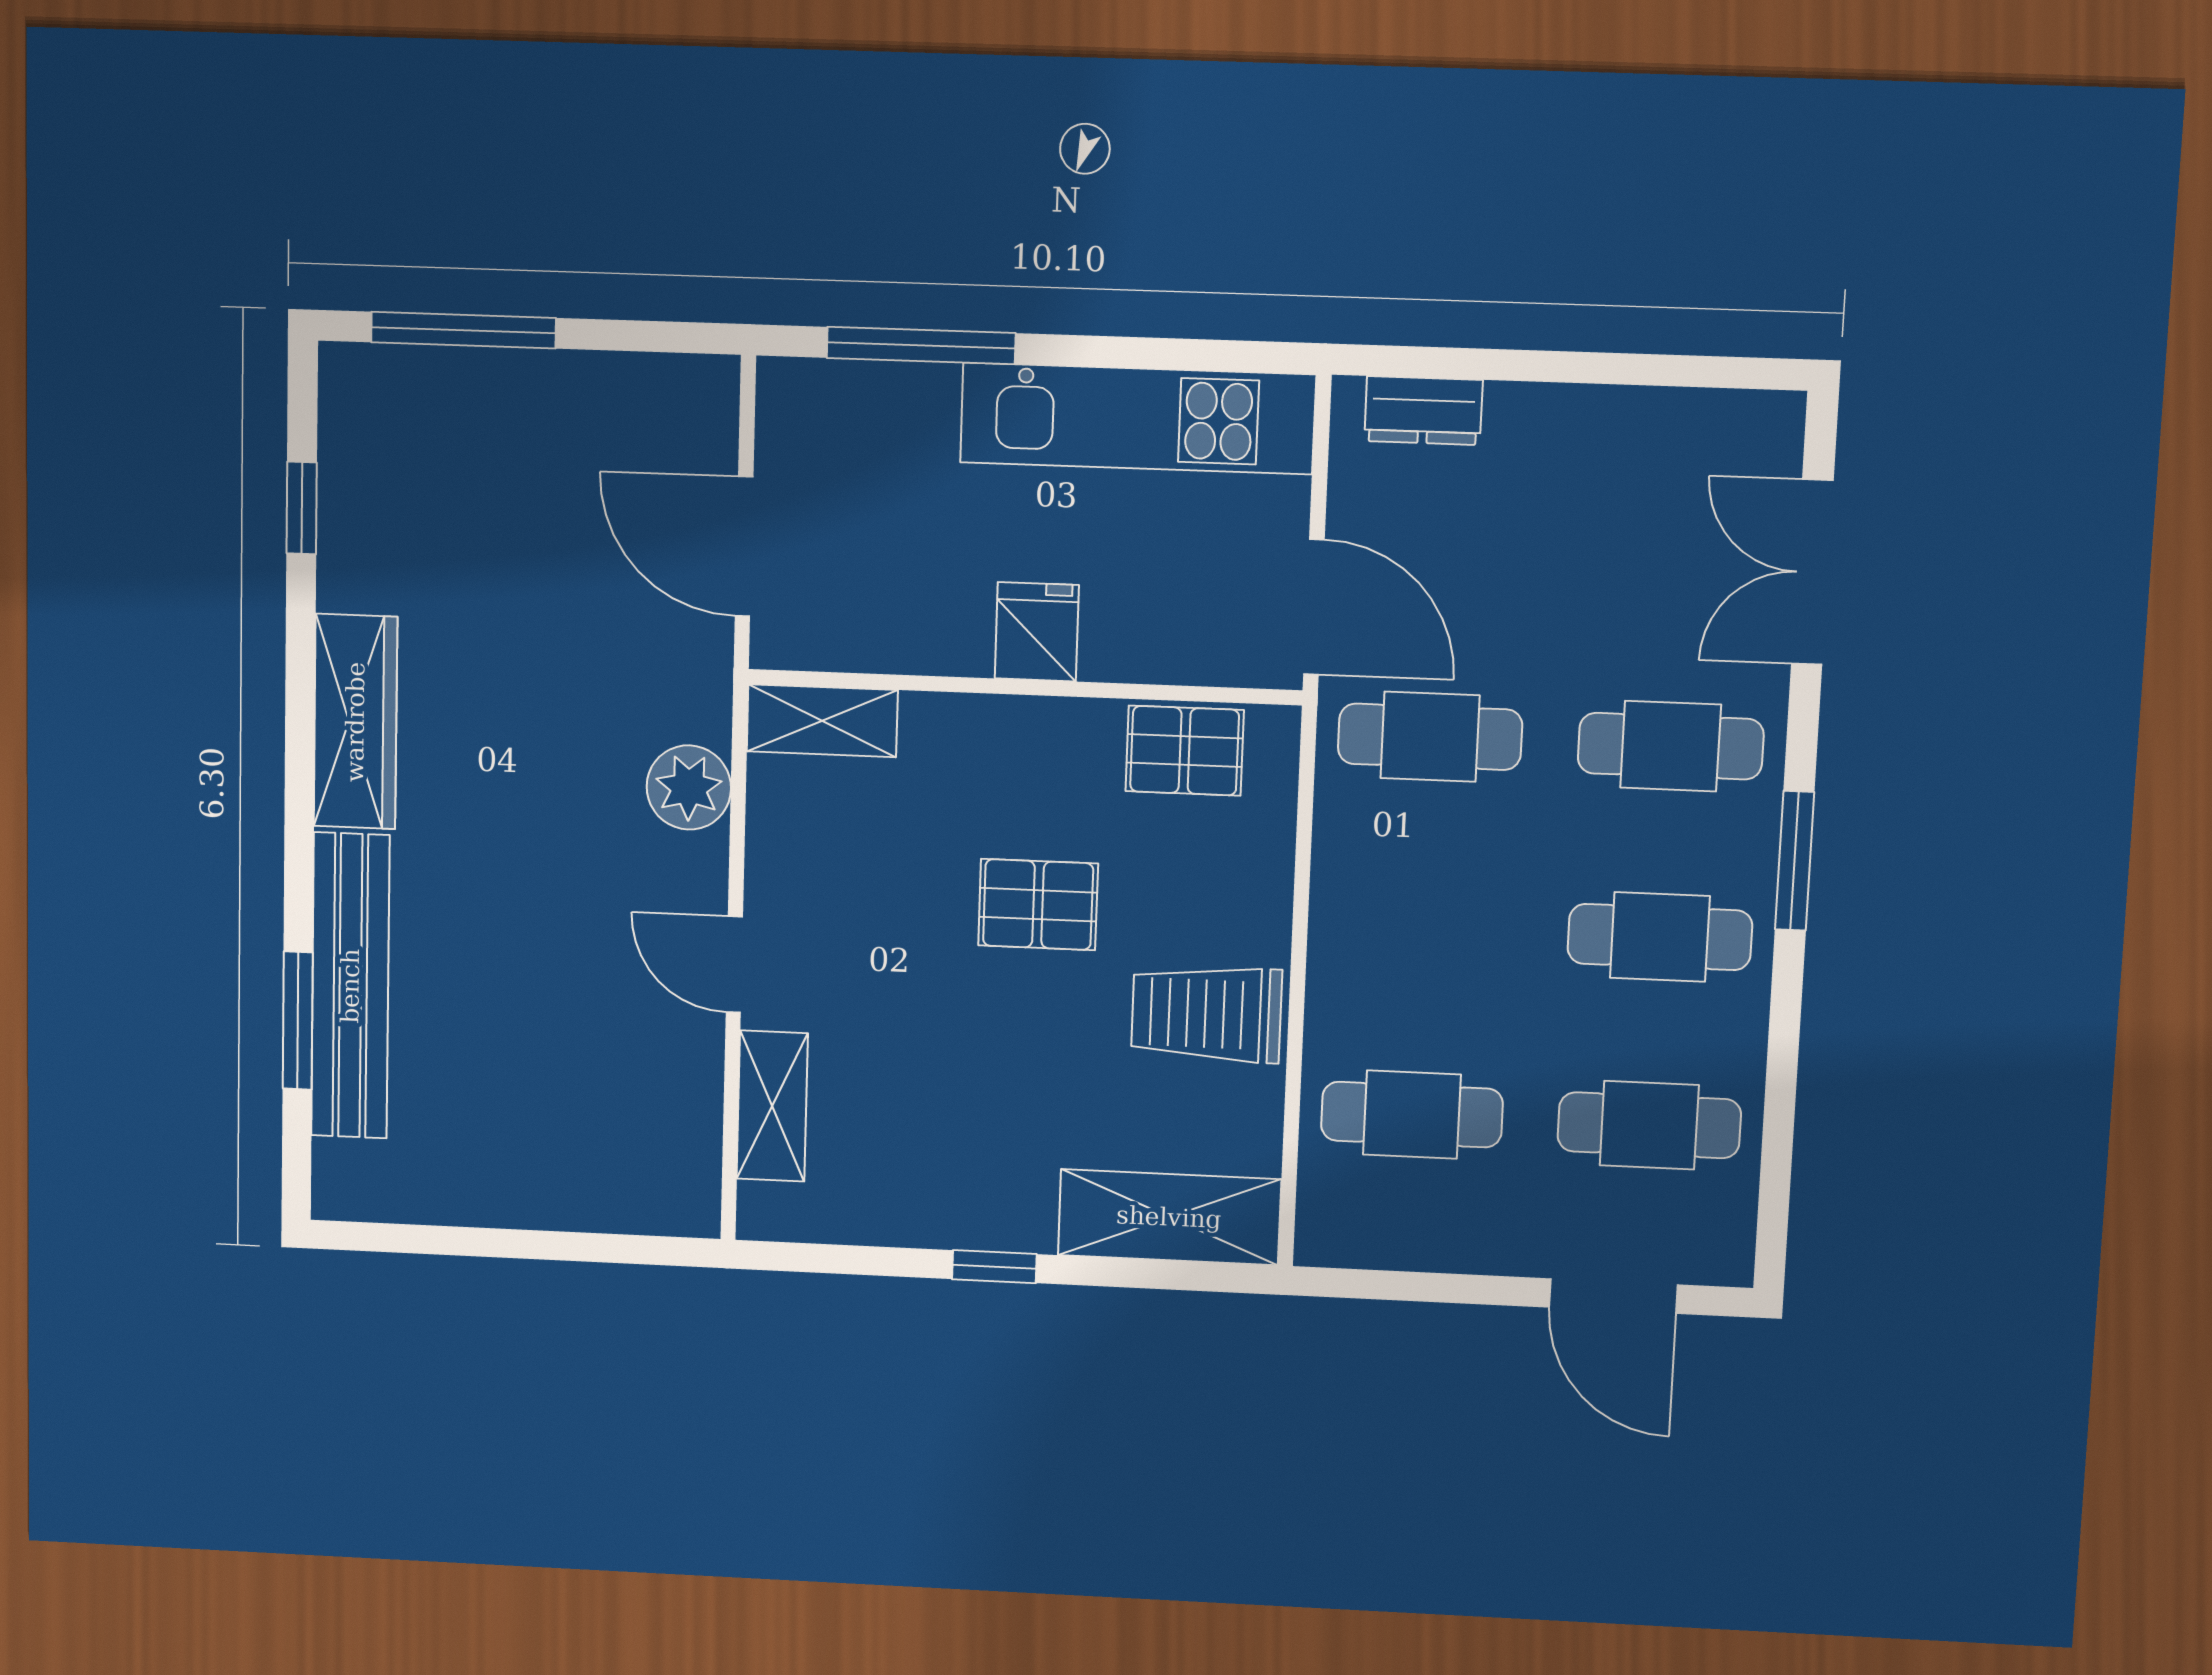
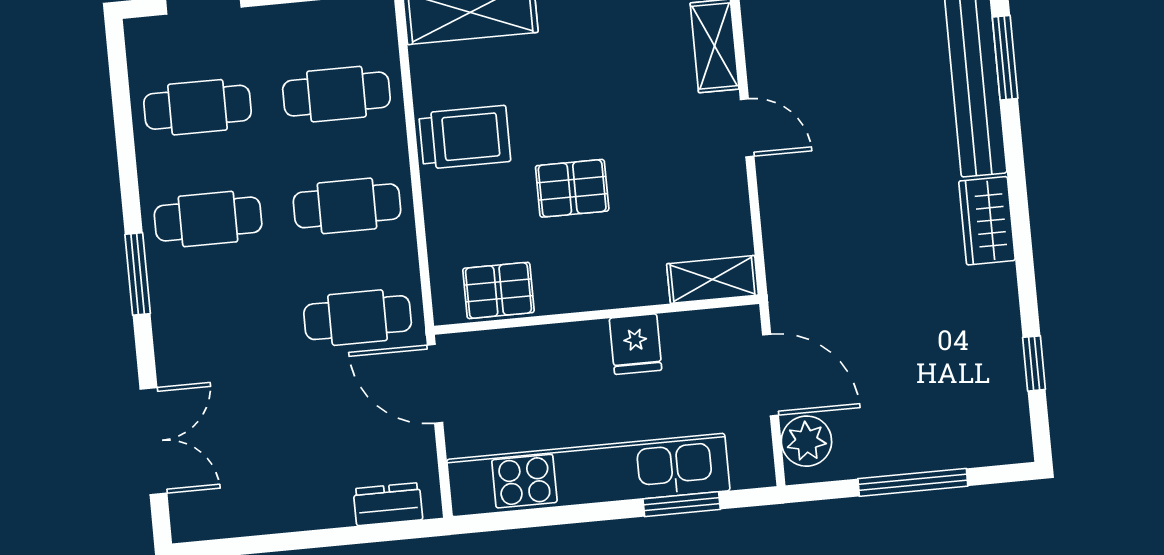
window: (463, 330) -> (913, 482), moved
window: (921, 345) -> (682, 504), width x0.69
kitchen unit: (1137, 418) -> (588, 475), width x1.36
fridge: (1037, 632) -> (636, 344), moved
wardrobe: (355, 722) -> (987, 221), width x0.67
cafe table: (1671, 746) -> (347, 206), moved
plant: (689, 787) -> (806, 441), moved

